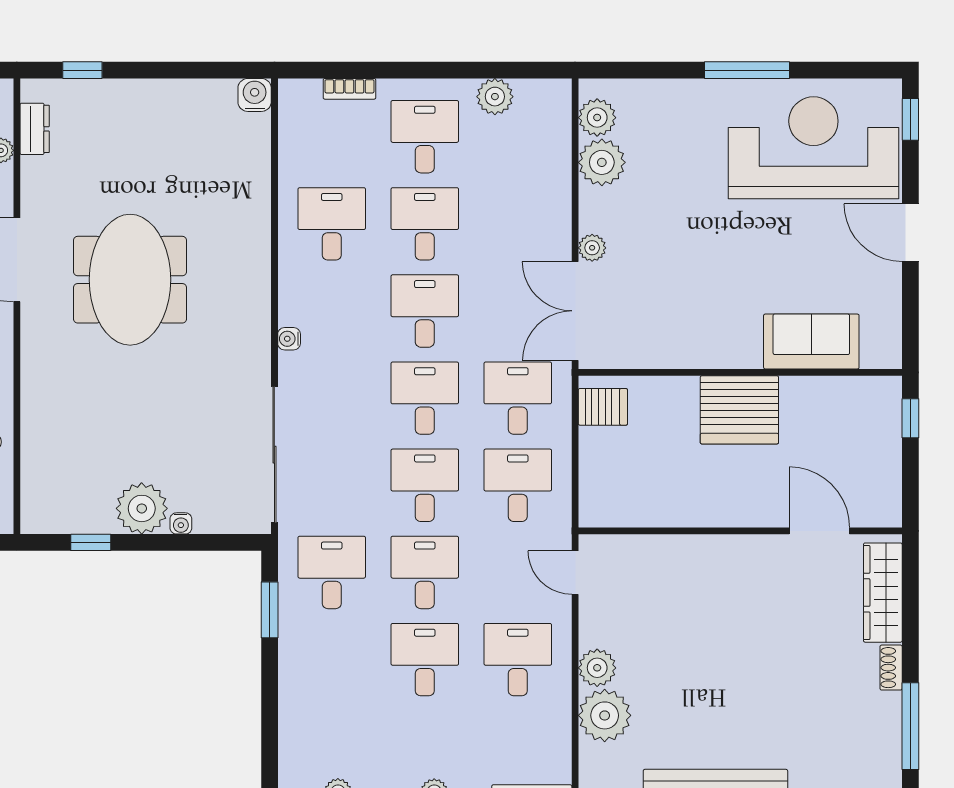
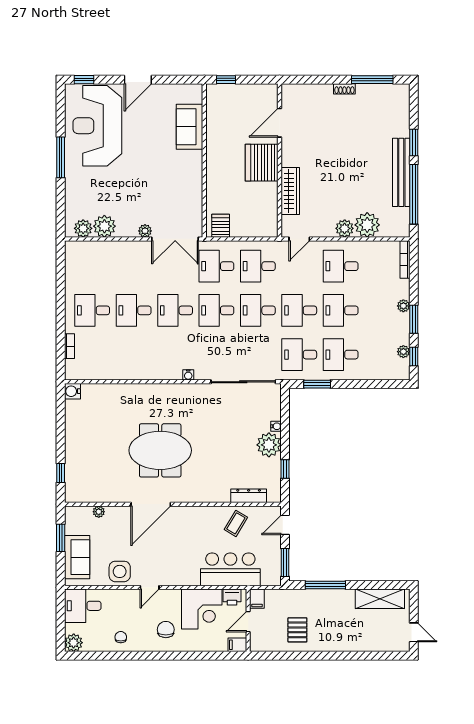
plant: (495, 97) -> (73, 277), removed
dresser: (35, 129) -> (249, 496), moved, width x1.44
desk: (332, 224) -> (341, 355), moved
server rack: (739, 410) -> (262, 163), moved, turned 180
wardrobe: (883, 593) -> (290, 191), moved, turned -90

